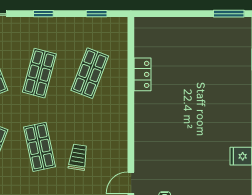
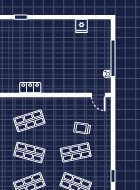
shop shelf: (90, 73) -> (29, 121), turned -39

